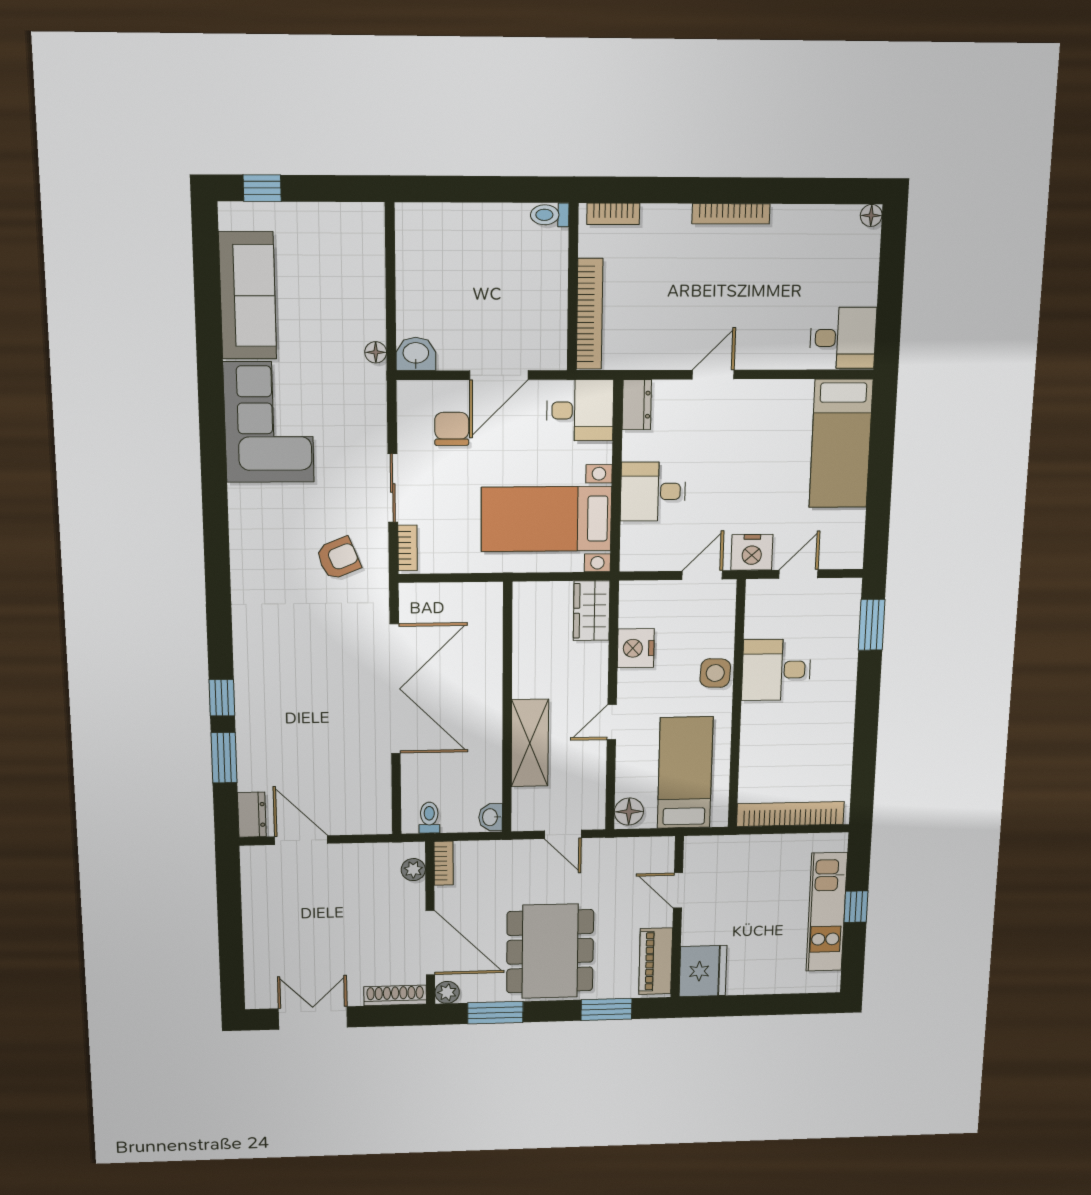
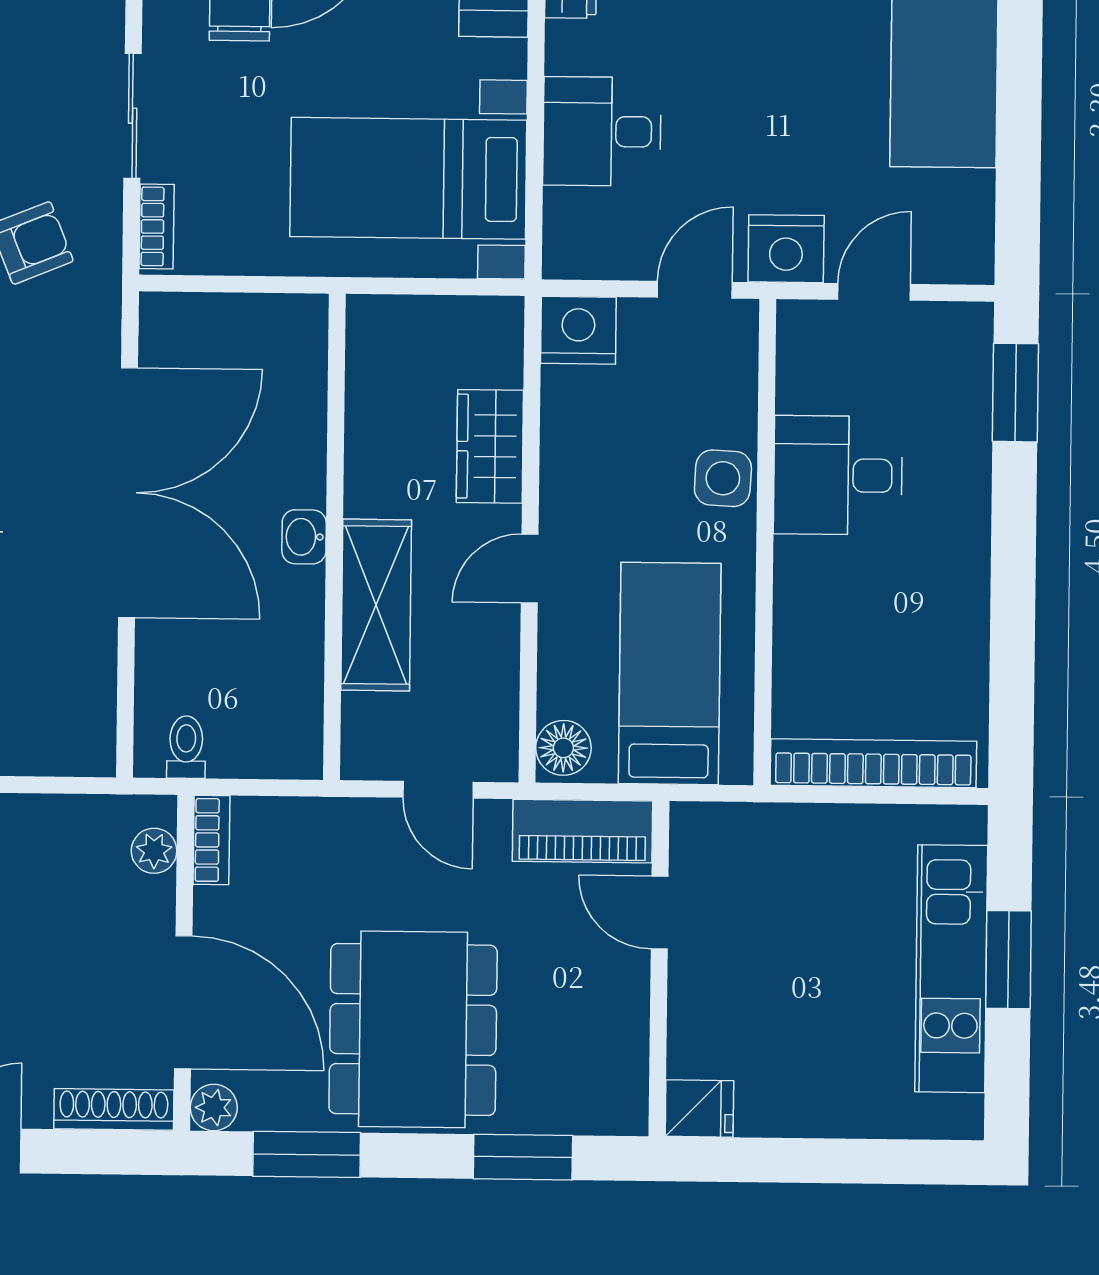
wardrobe: (592, 611) -> (490, 446), moved
nightstand: (636, 648) -> (578, 330), moved, turned 90
washbasin: (491, 817) -> (304, 537), moved
window: (856, 907) -> (1009, 960), width x1.50
piano: (656, 961) -> (582, 831), moved, turned -90
fridge: (703, 971) -> (699, 1108), width x0.53, depth x0.75

